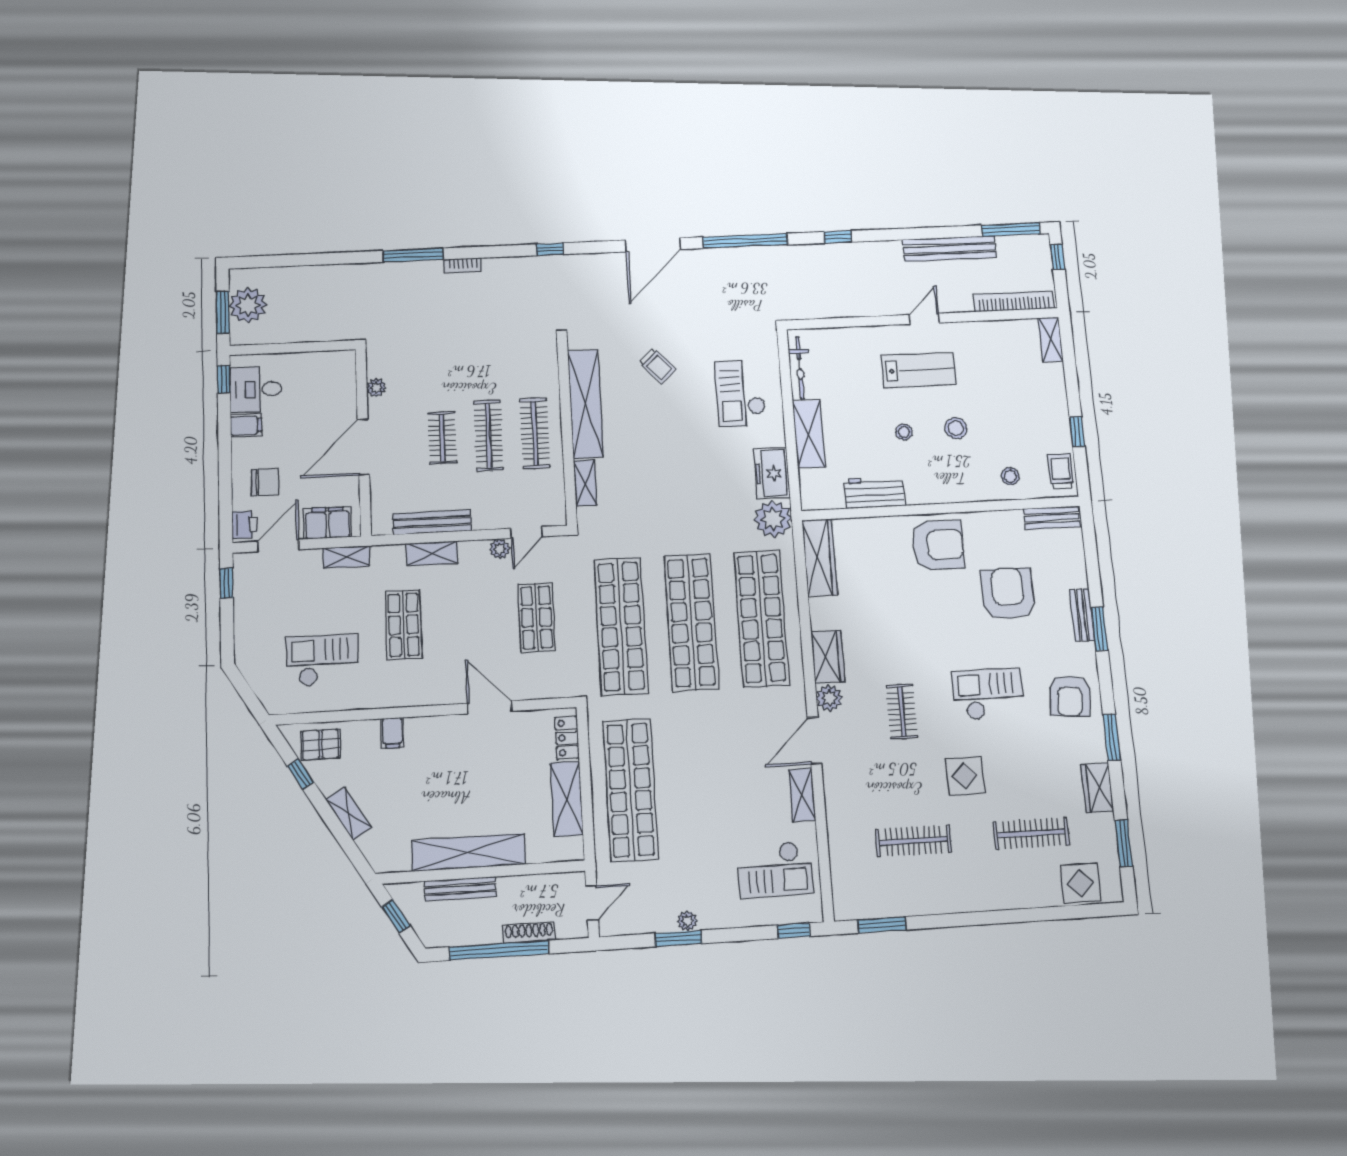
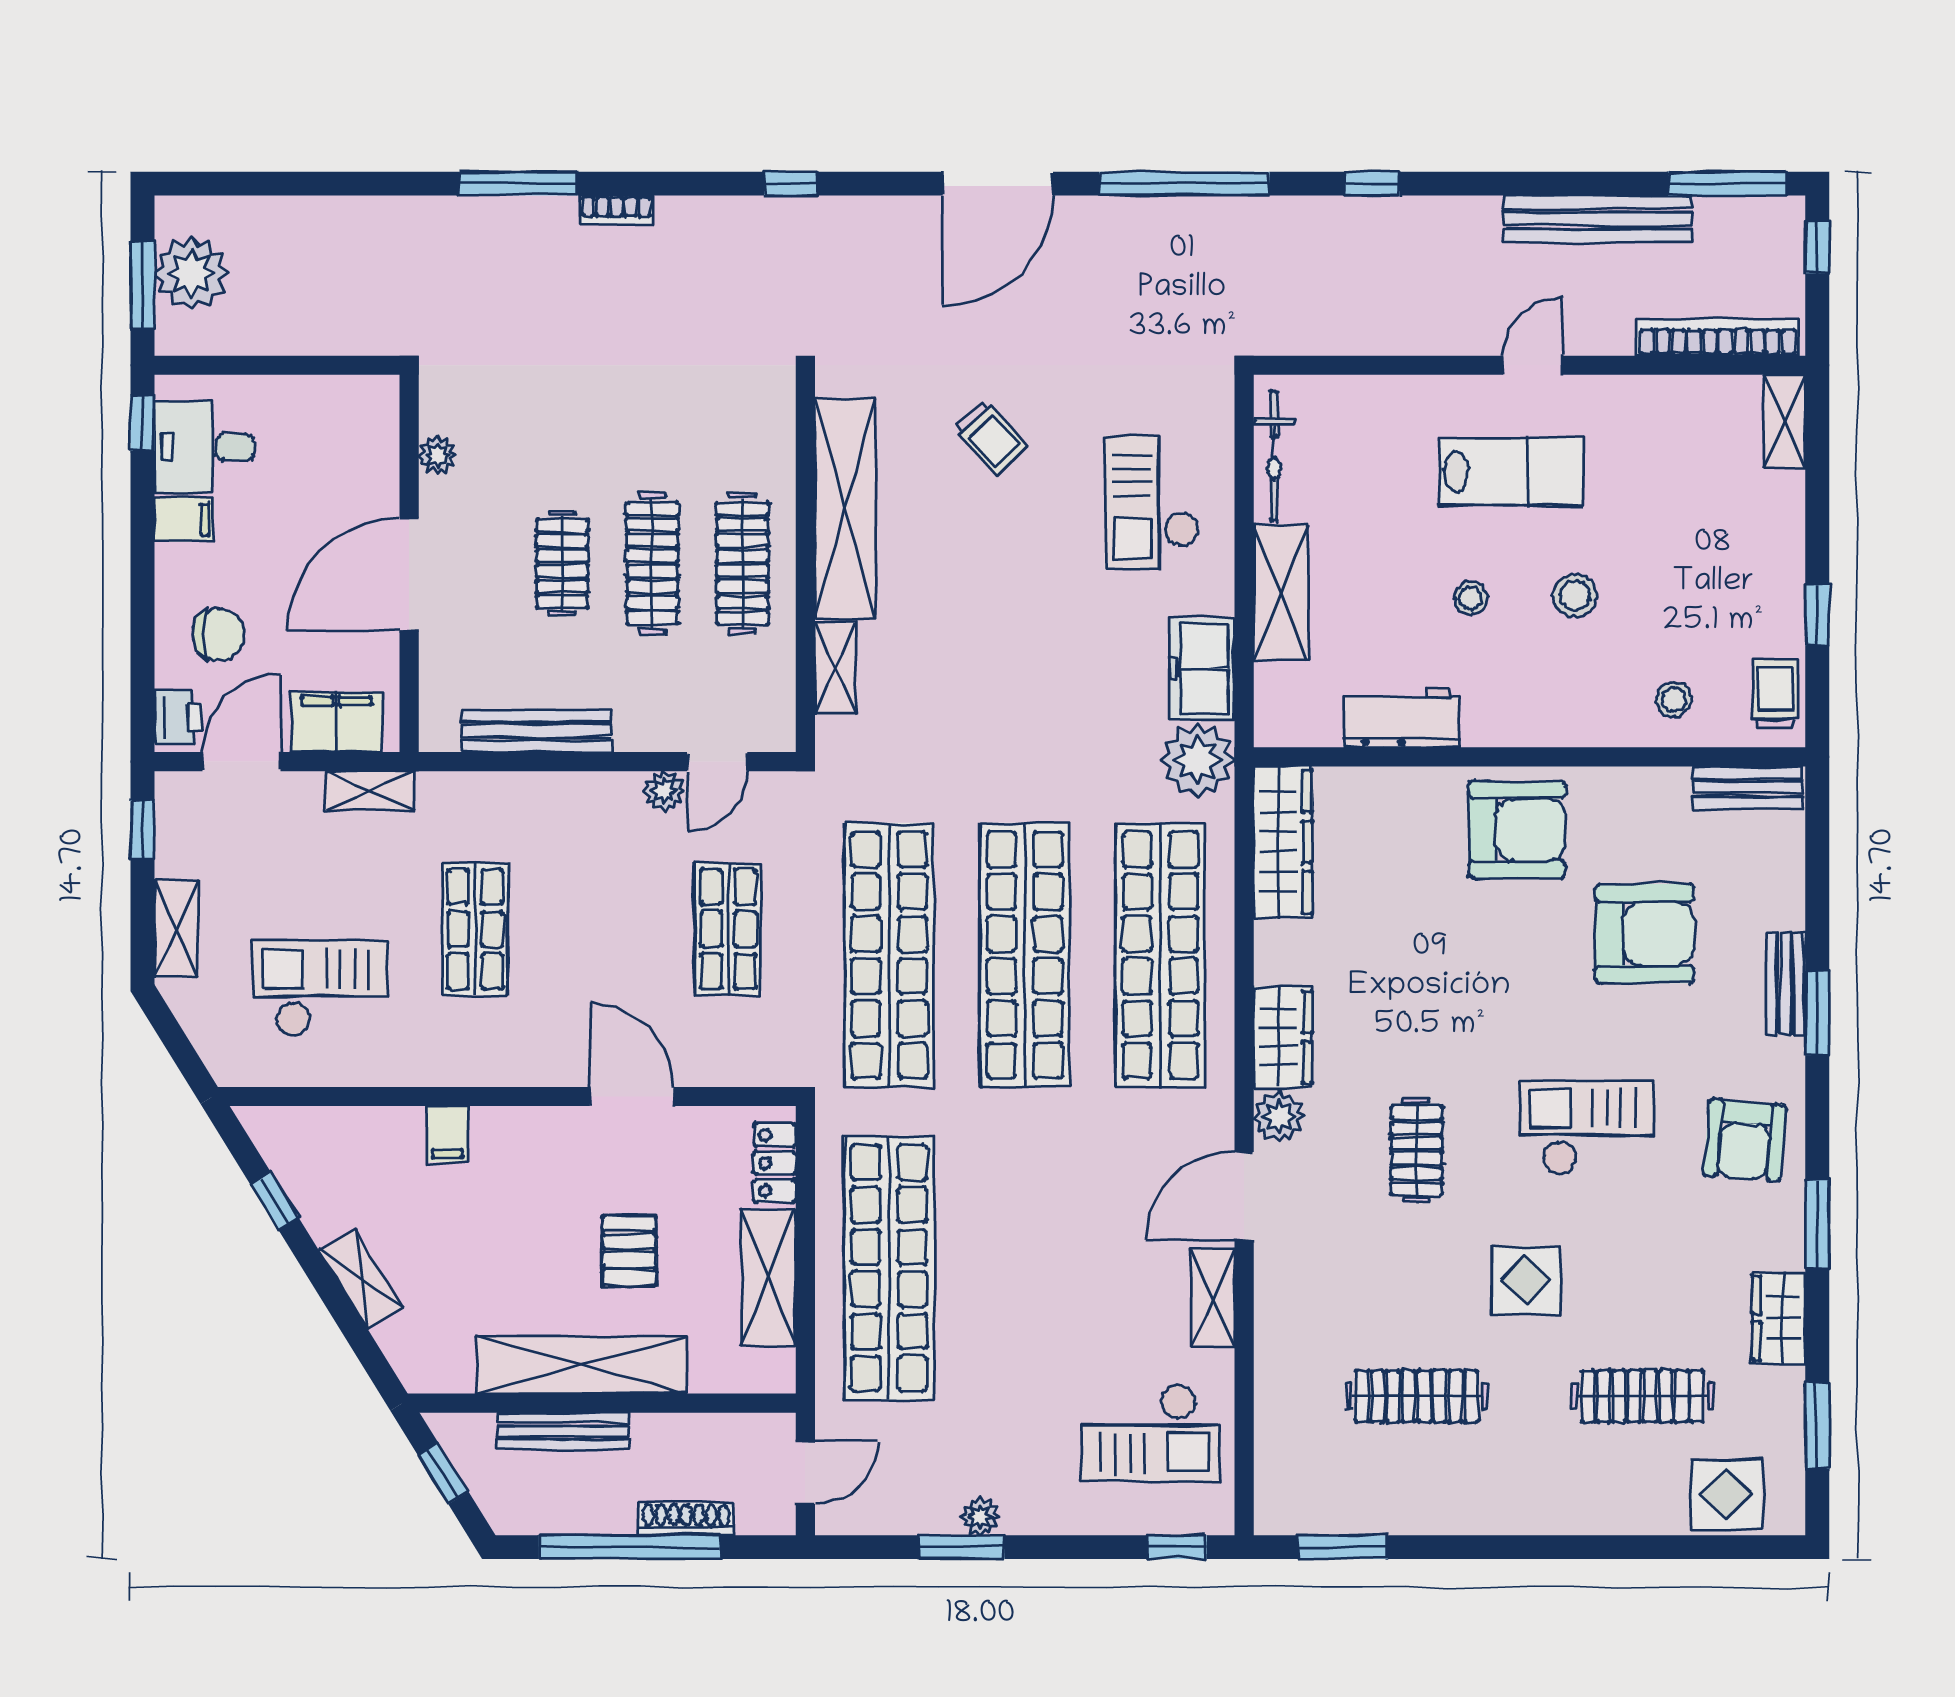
shelving: (432, 553) -> (176, 929), moved, turned 90
armchair: (1008, 594) -> (1645, 934), turned 90
pallet: (320, 744) -> (629, 1251), moved, turned 90

